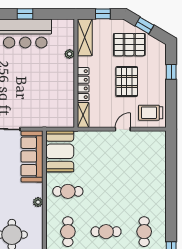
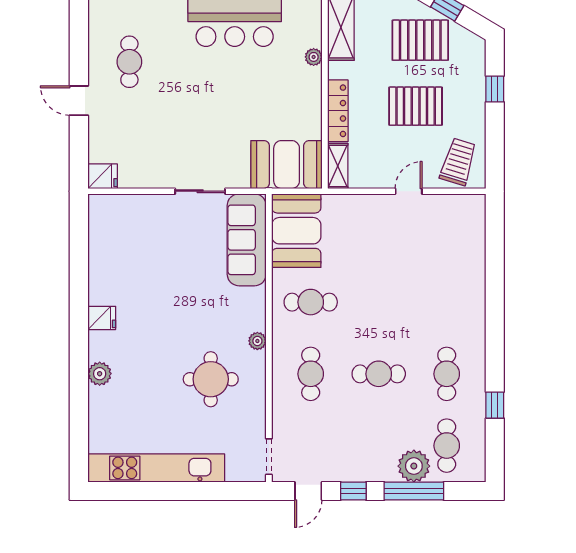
pallet: (127, 82) -> (416, 106), turned 90
trolley: (151, 113) -> (458, 162), turned 107
booth: (54, 114) -> (287, 165), added
plant: (38, 202) -> (257, 341), moved

